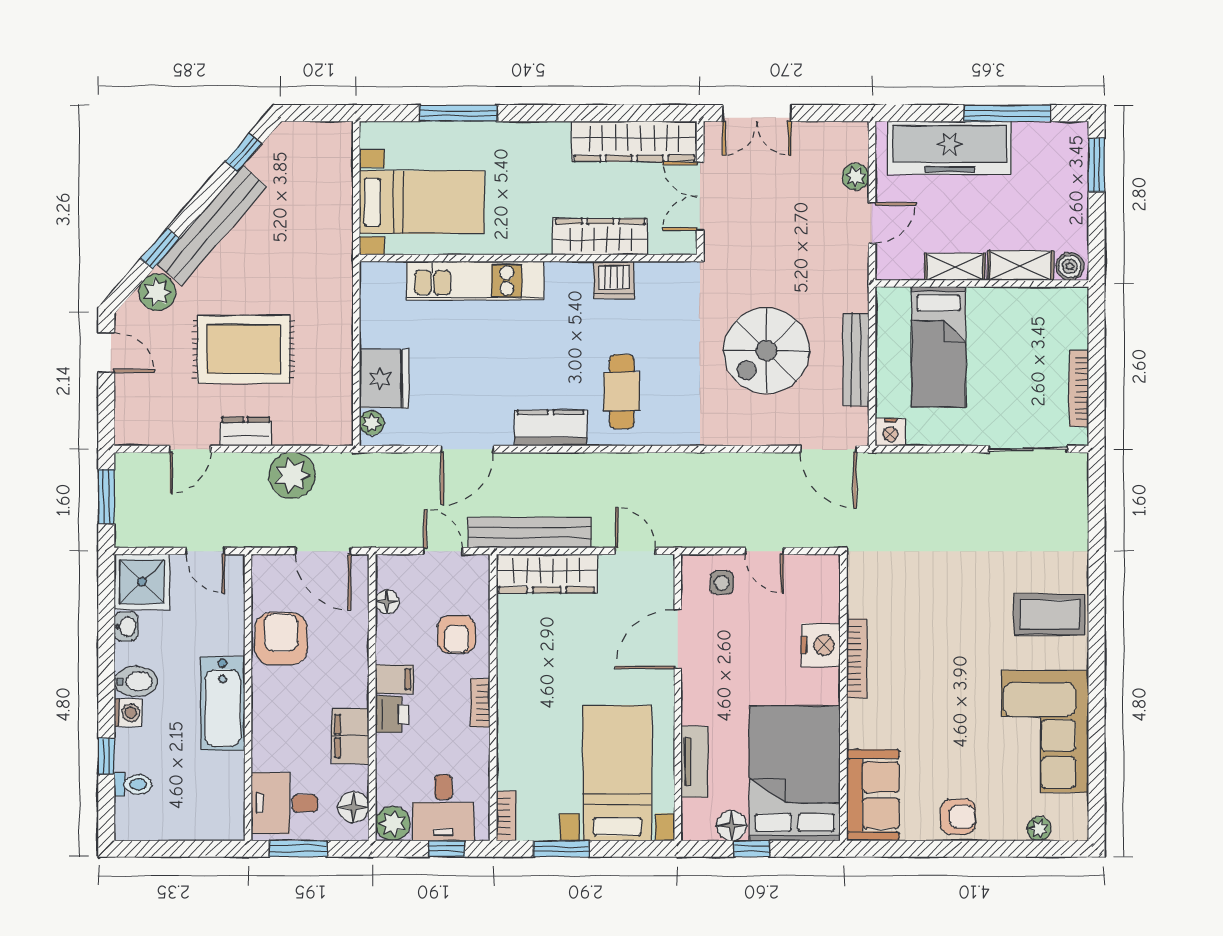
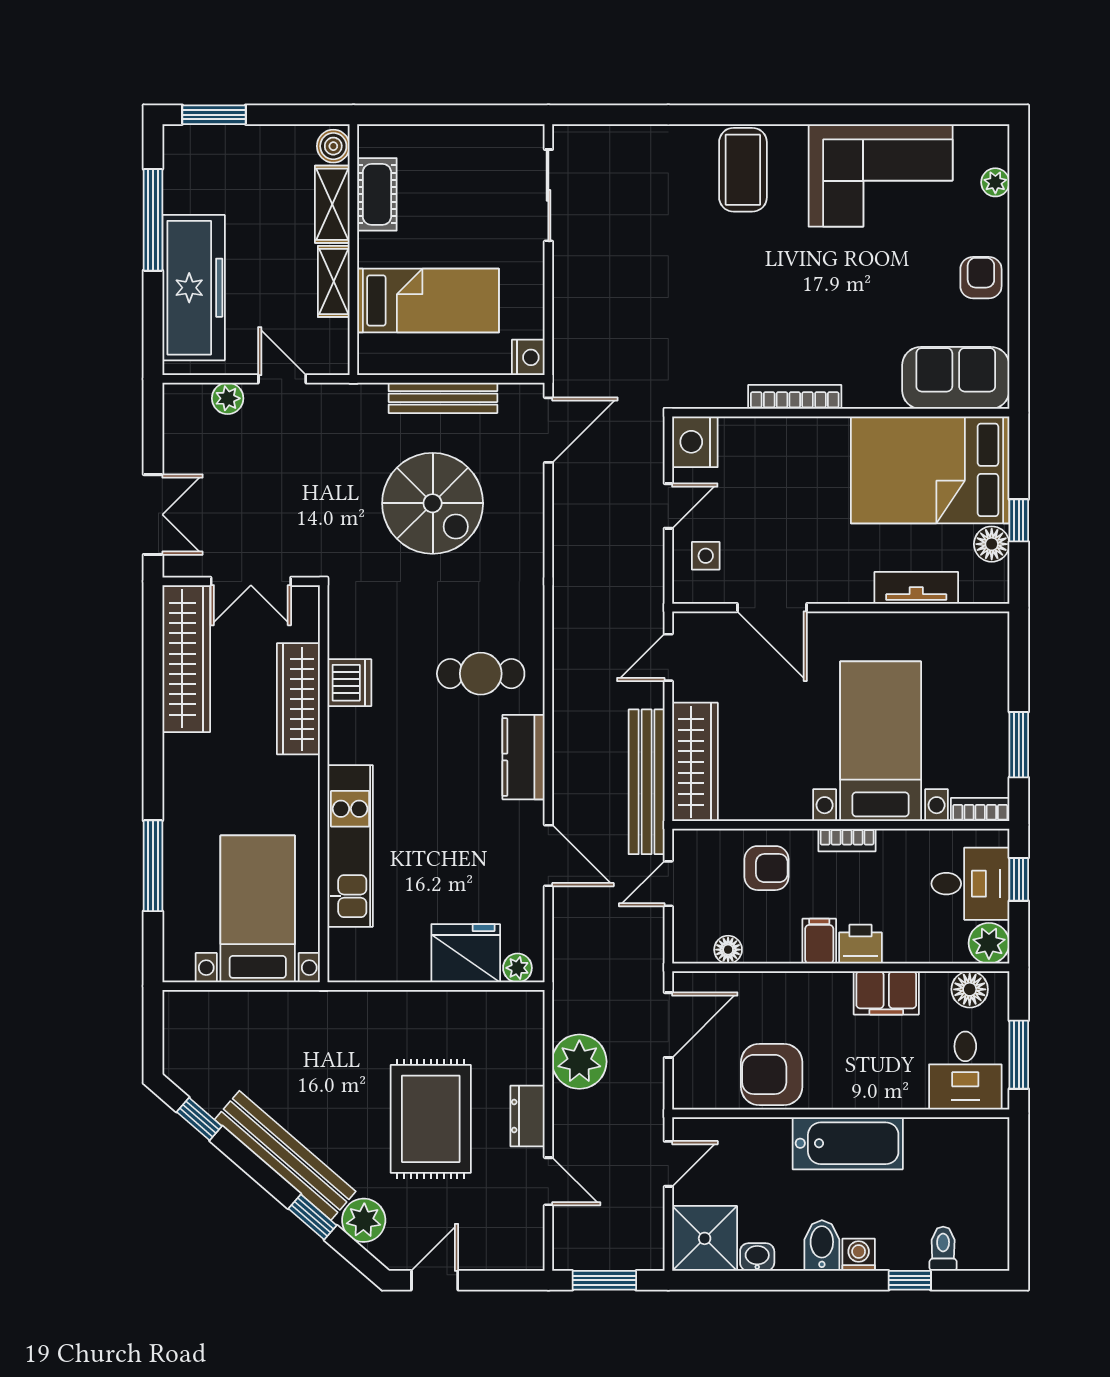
cot: (1029, 303) -> (377, 194), added
bookcase: (1079, 388) -> (477, 136), removed
nightstand: (821, 645) -> (695, 442), moved, turned -90
bed with nightstands: (617, 773) -> (881, 741), moved, turned 90

